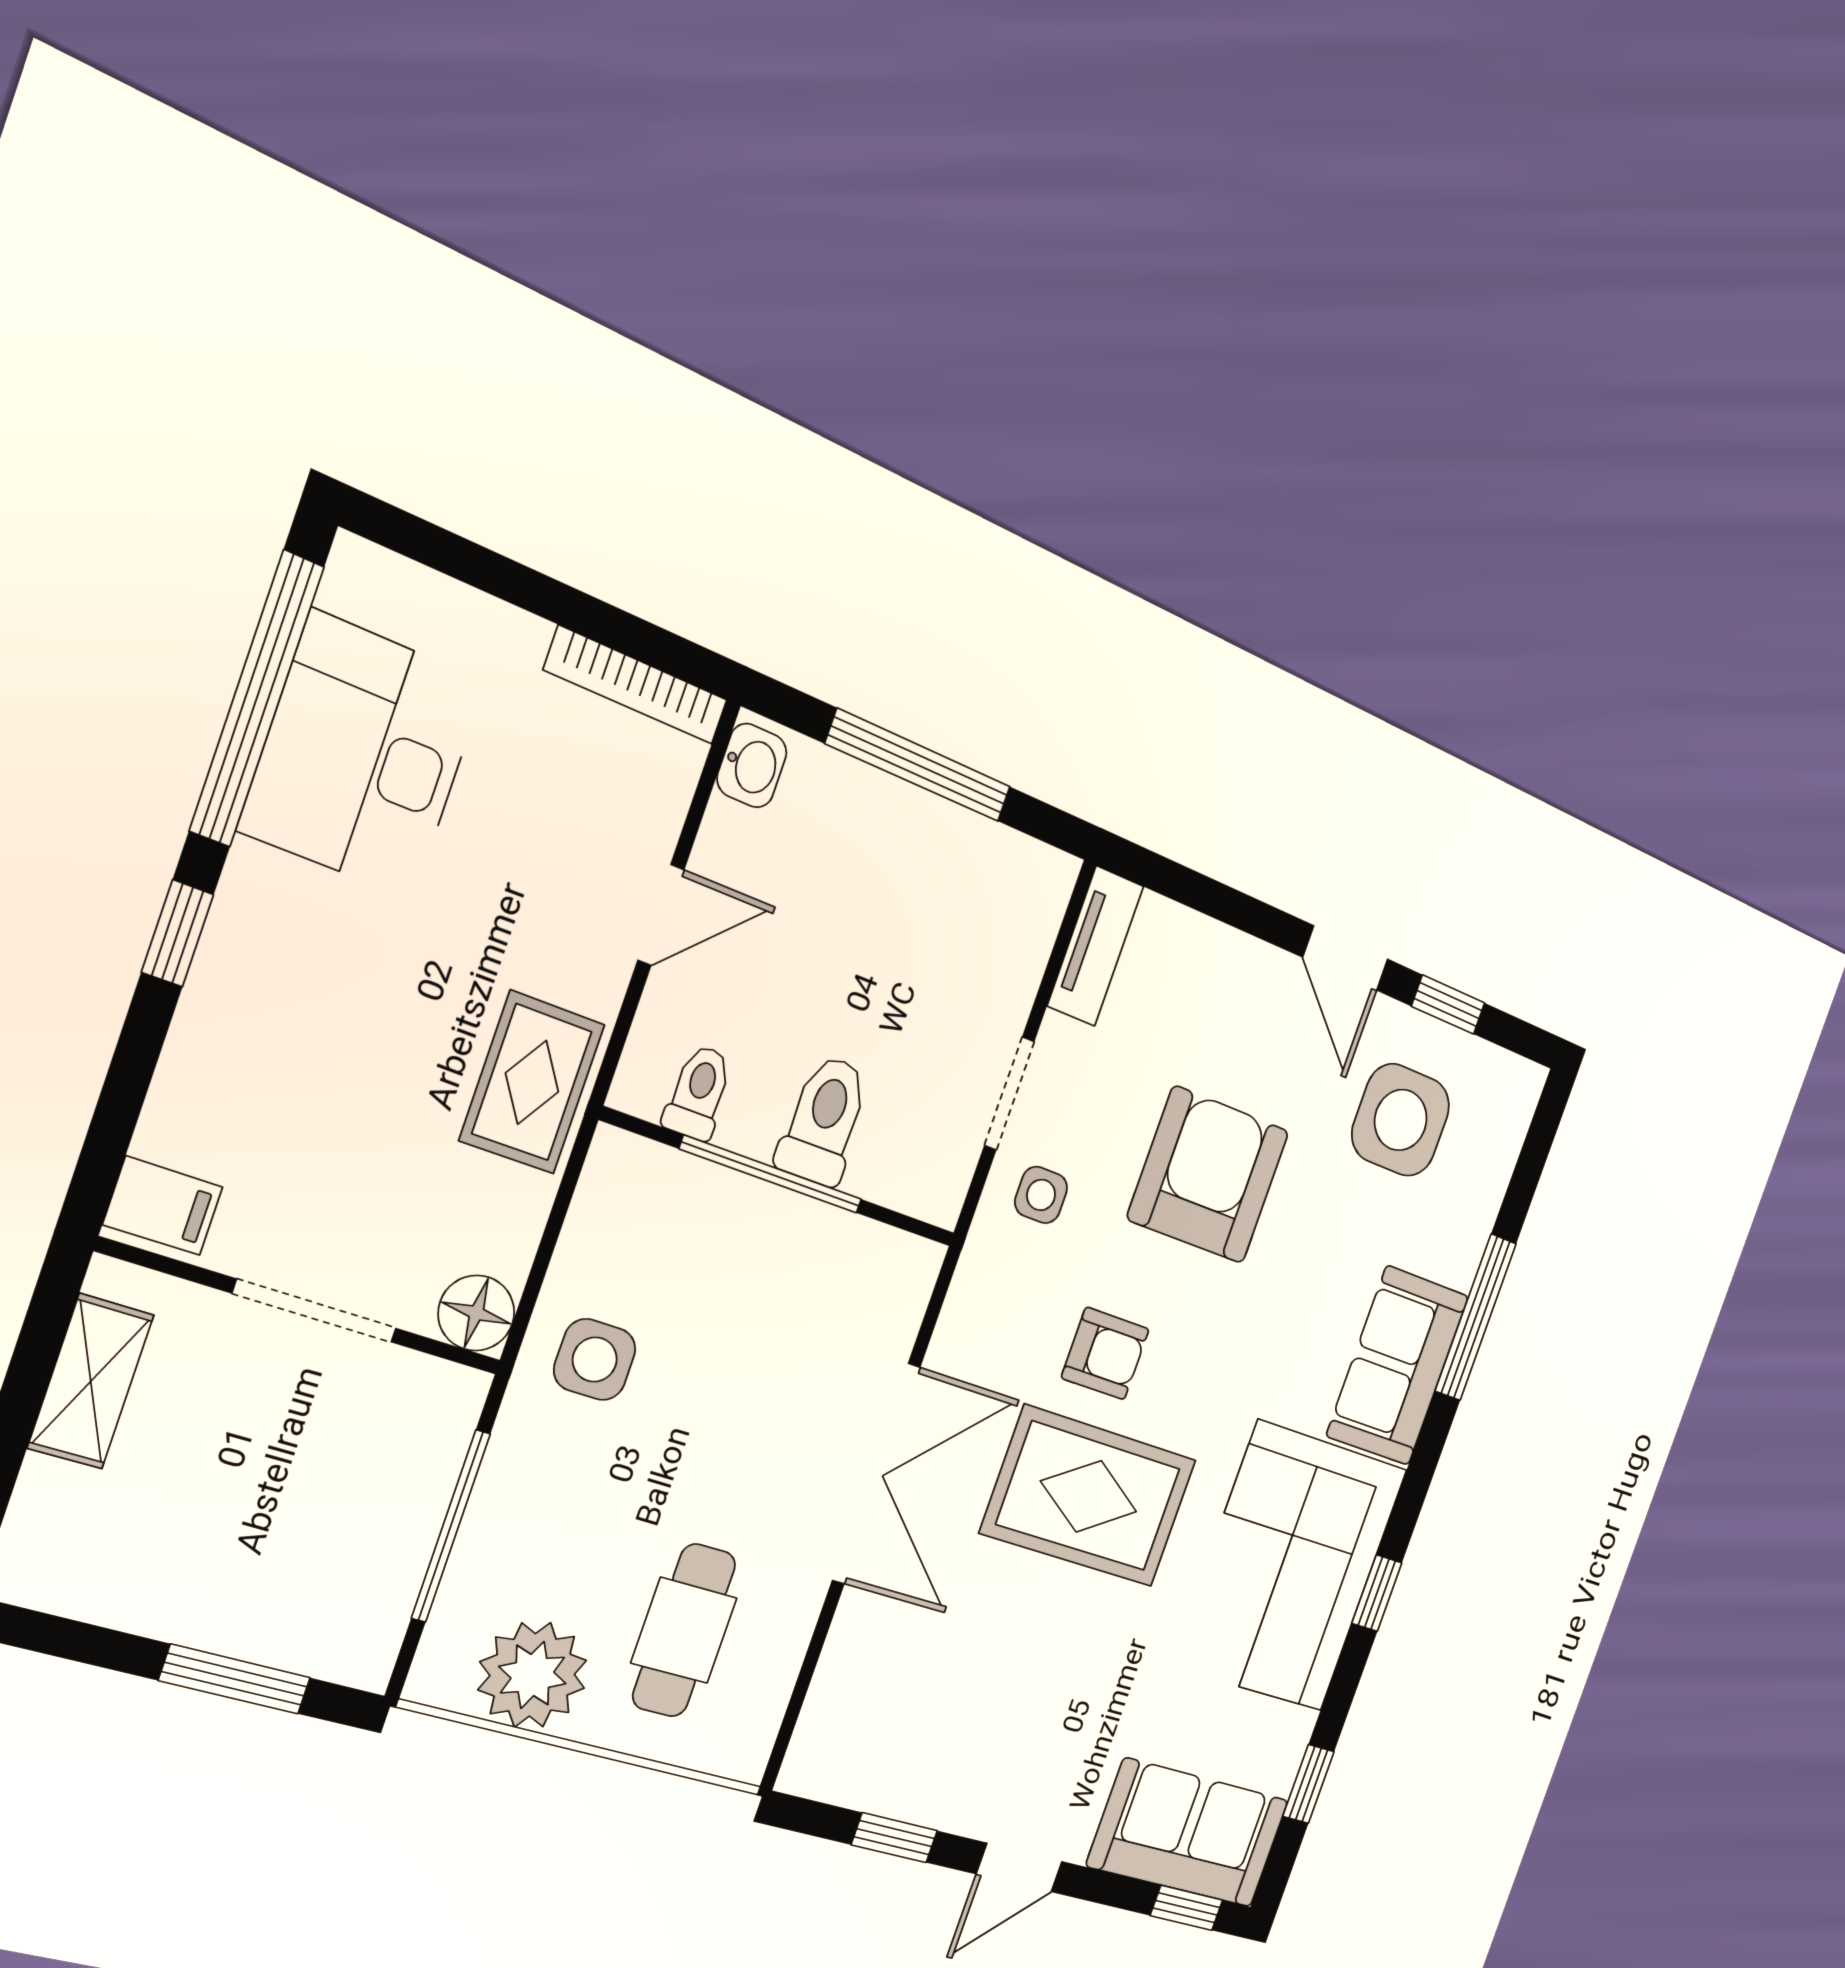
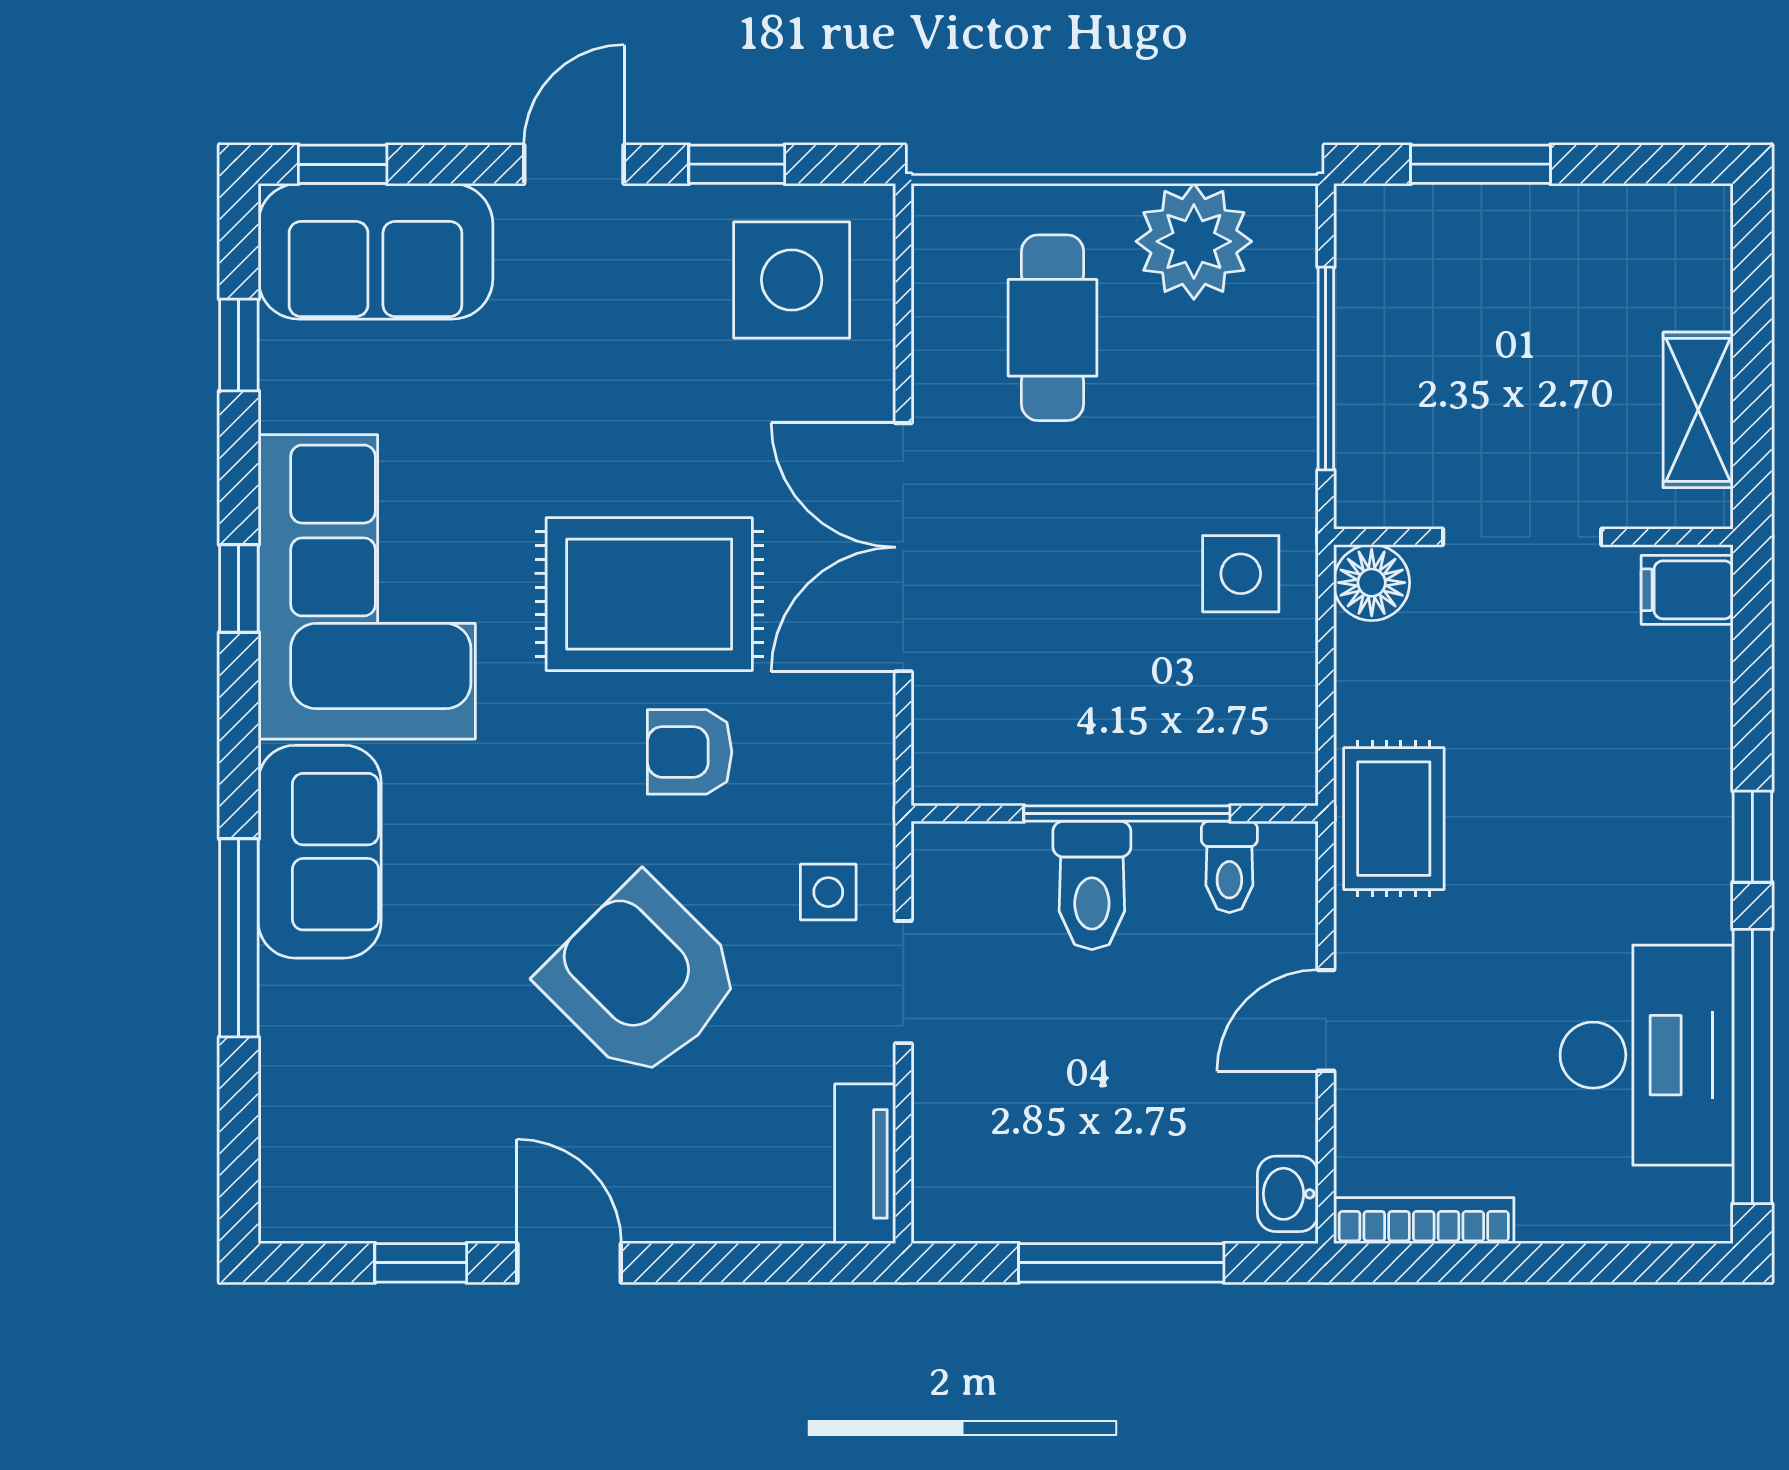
side table: (1401, 1120) -> (792, 280), moved
armchair: (1208, 1175) -> (642, 979), turned 135

